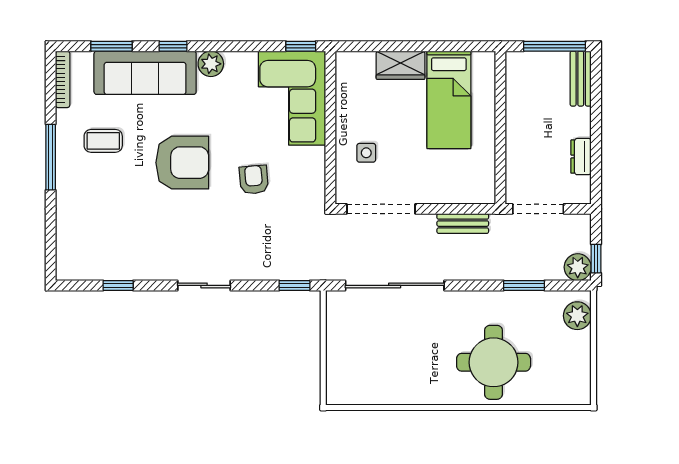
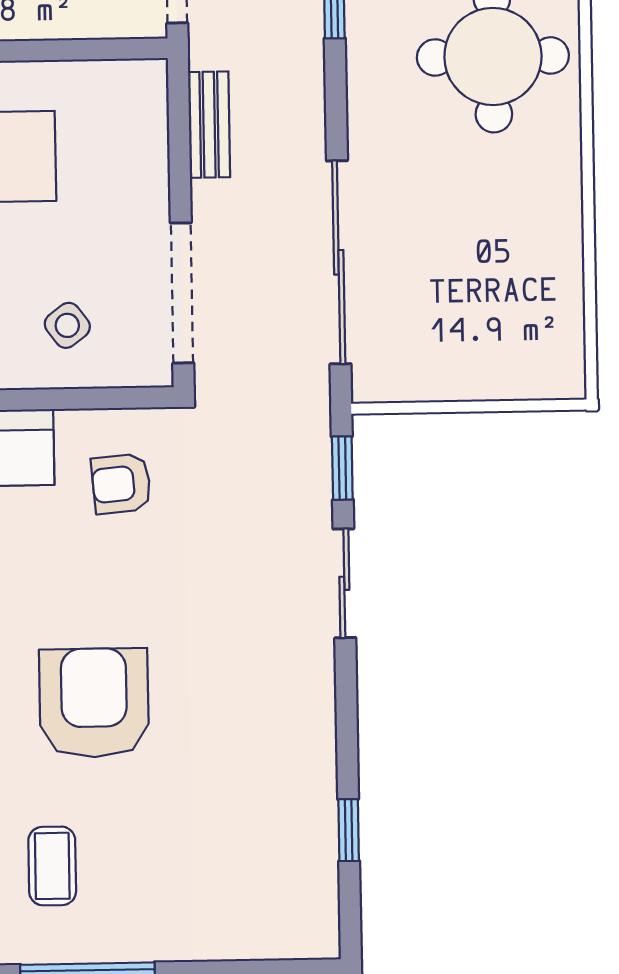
side table: (366, 153) -> (67, 325), turned -37
armchair: (254, 180) -> (121, 484), moved
sliding door: (204, 285) -> (344, 583), moved

